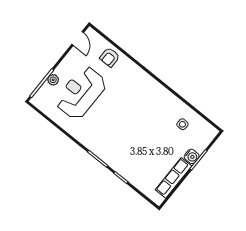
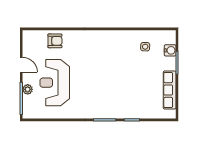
door: (78, 38) -> (21, 65), moved
armchair: (110, 57) -> (55, 41), turned -90
water cooler: (192, 156) -> (170, 50), moved

